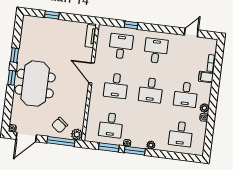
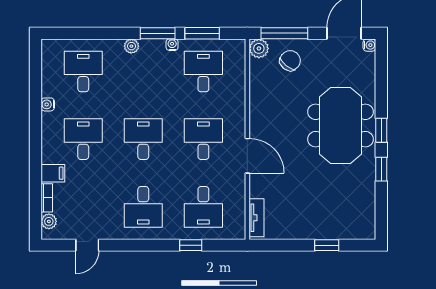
plant: (204, 108) -> (49, 221), moved

